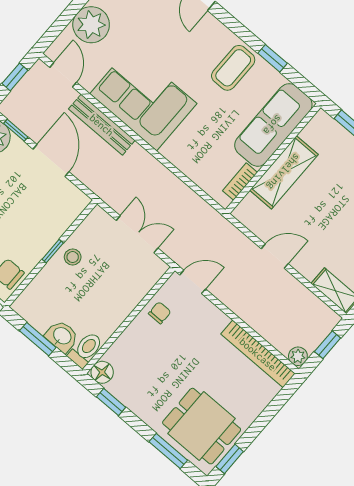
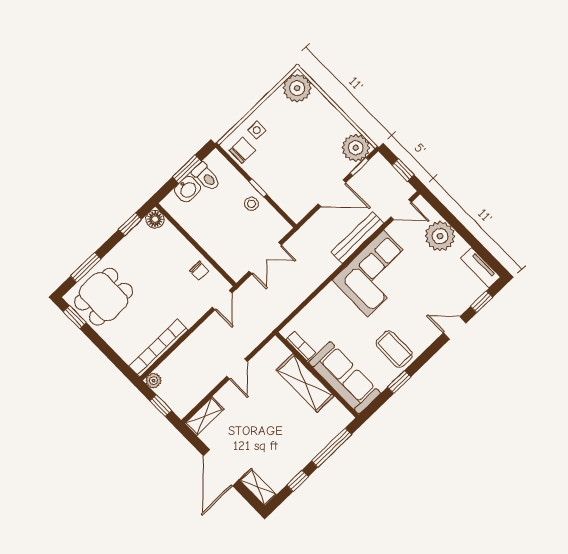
toilet: (86, 350) -> (206, 177), moved

